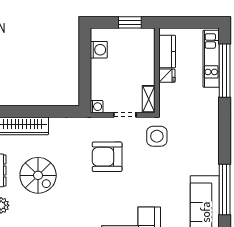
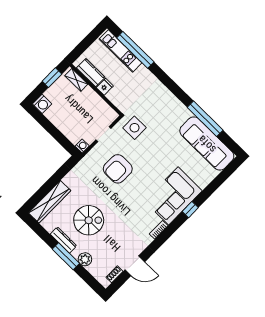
washing machine: (99, 50) -> (42, 104), moved, turned 90
shelving: (149, 99) -> (76, 80), moved

